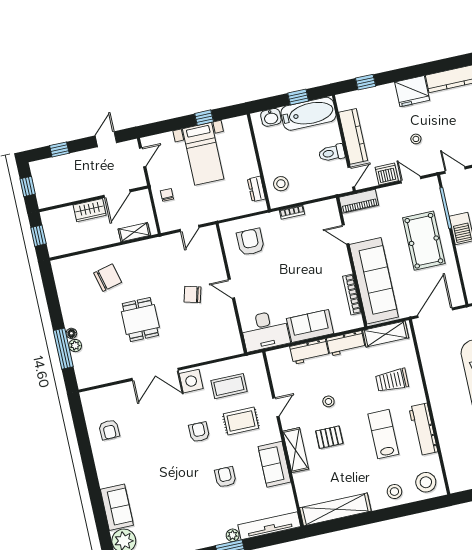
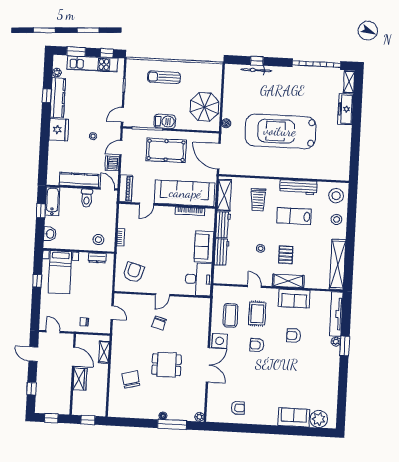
window: (366, 82) -> (47, 96), moved
bathtub: (308, 114) -> (52, 201), width x0.73, depth x0.73
bed with nightstands: (203, 154) -> (60, 272), moved, turned 90
armchair: (250, 242) -> (133, 272), turned 106
plant: (75, 346) -> (200, 417), moved

